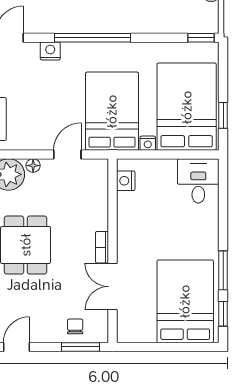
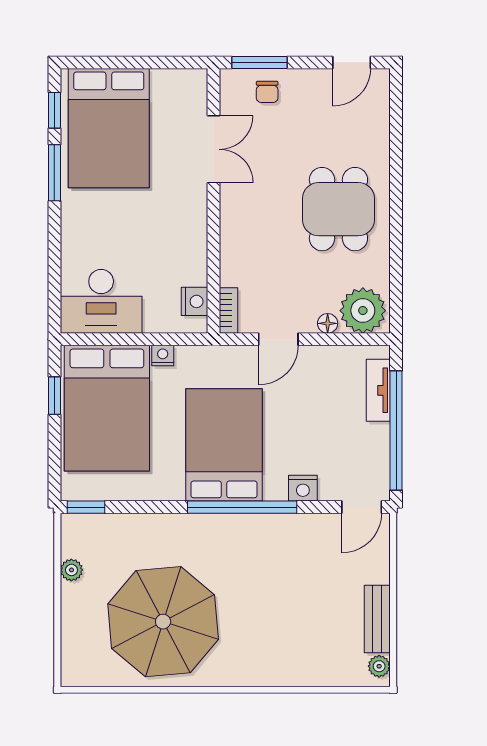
bed: (112, 111) -> (224, 445), moved, turned 180
desk: (198, 181) -> (101, 301), width x1.37
bookcase: (102, 247) -> (229, 310), moved

